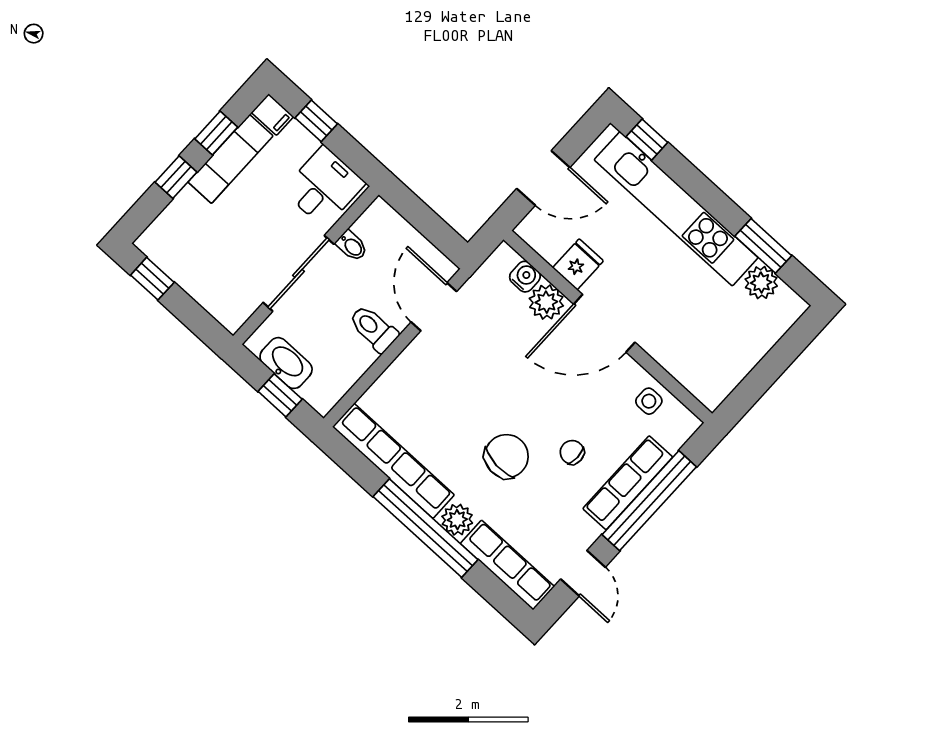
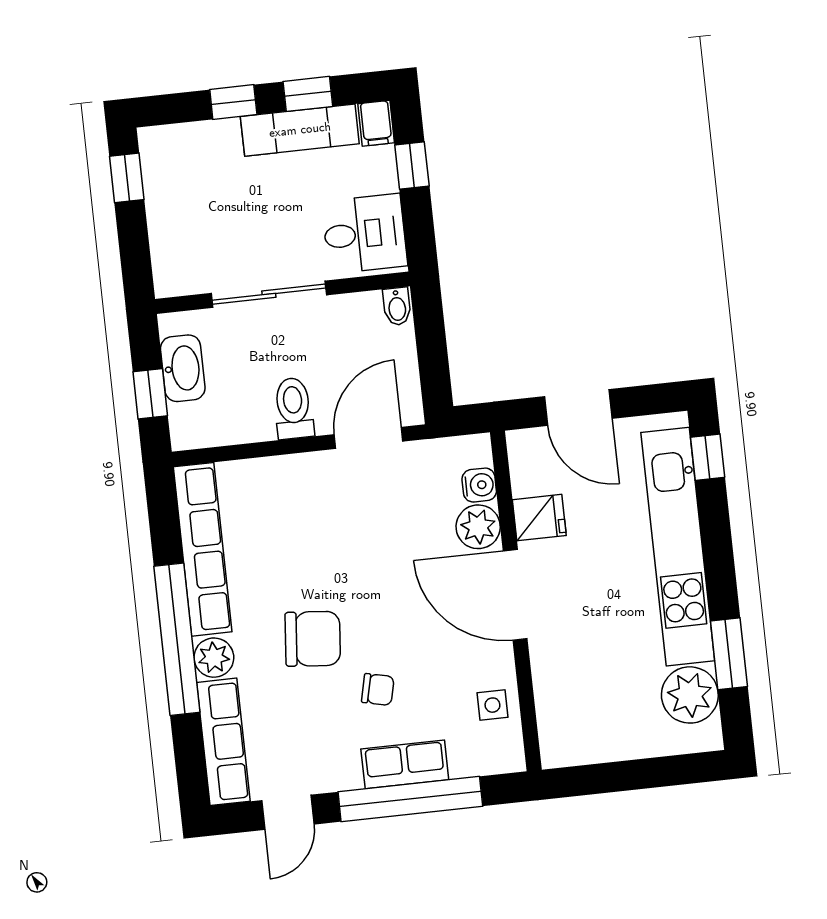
bidet: (352, 246) -> (397, 306), moved
plant: (761, 283) -> (690, 695), width x1.36, depth x1.36
chair: (572, 452) -> (378, 689), turned 103
row of seats: (628, 483) -> (405, 764), width x0.68

